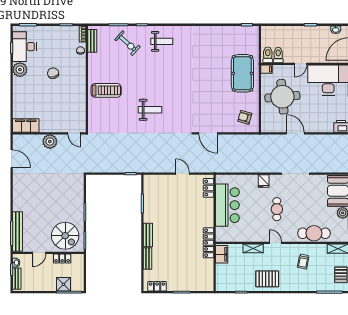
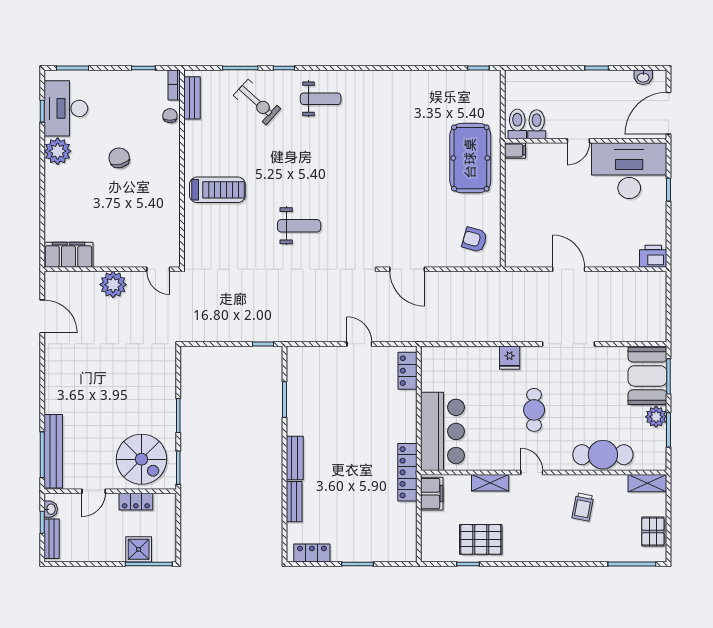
round table: (282, 97) -> (544, 202), removed
bar counter: (227, 205) -> (442, 431), moved
pallet: (267, 279) -> (481, 539), moved

